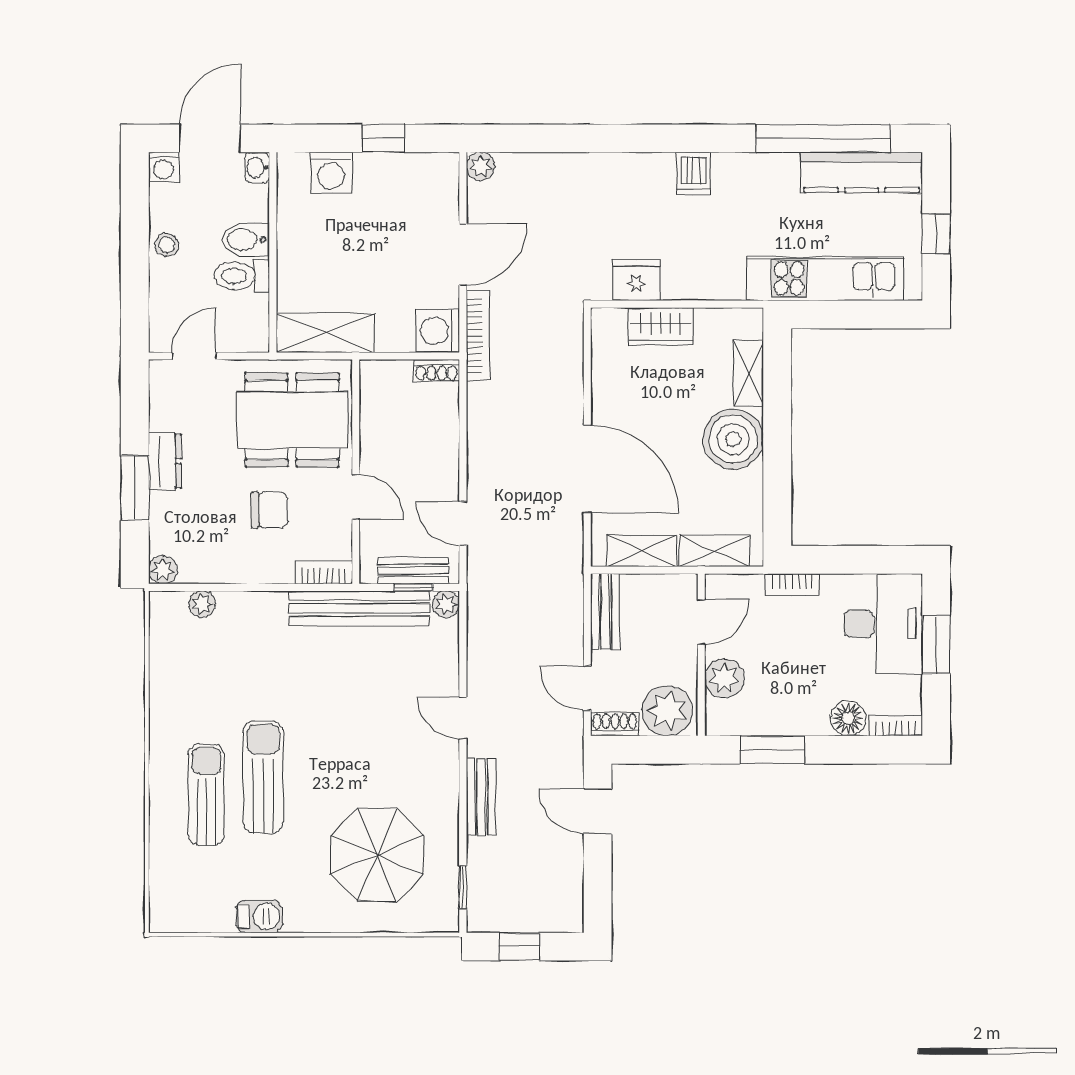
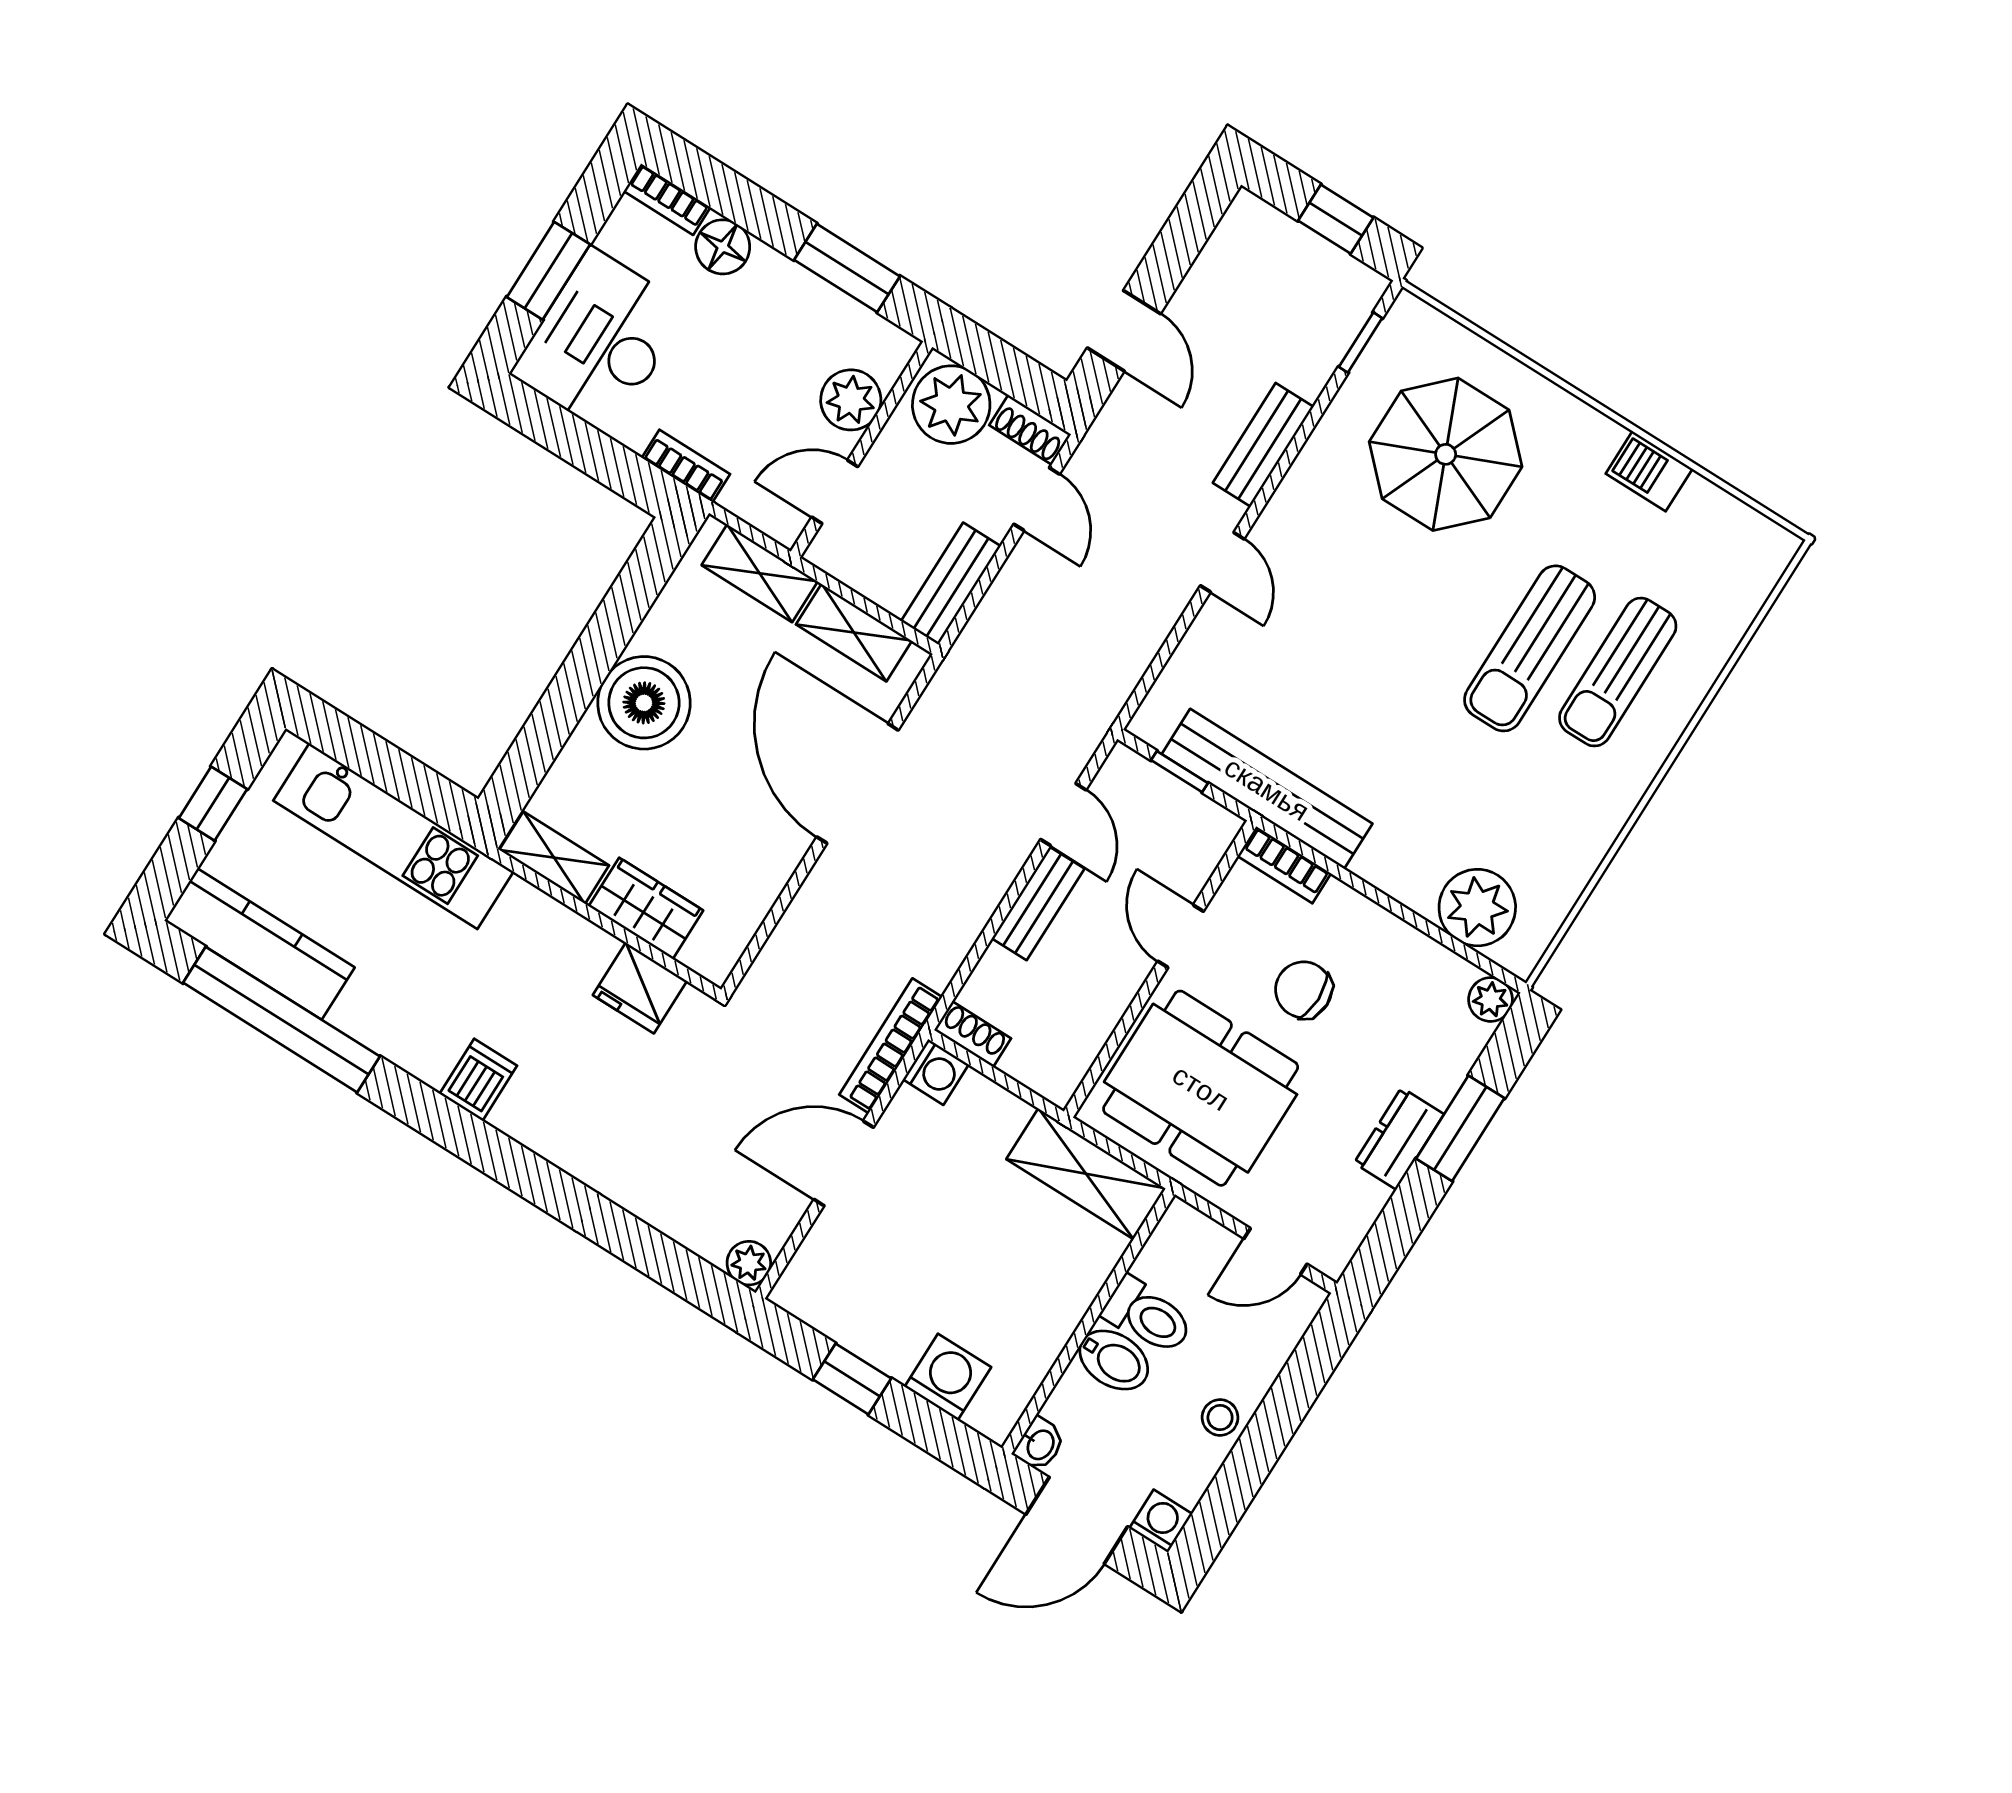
washing machine: (438, 331) -> (936, 1072), width x0.73, depth x0.73
shelving: (749, 373) -> (554, 858), moved, turned 90
bench: (413, 570) -> (1038, 903), moved, turned 90
plant: (202, 604) -> (1477, 908), width x1.87, depth x1.87
plant: (446, 604) -> (1152, 723), removed

